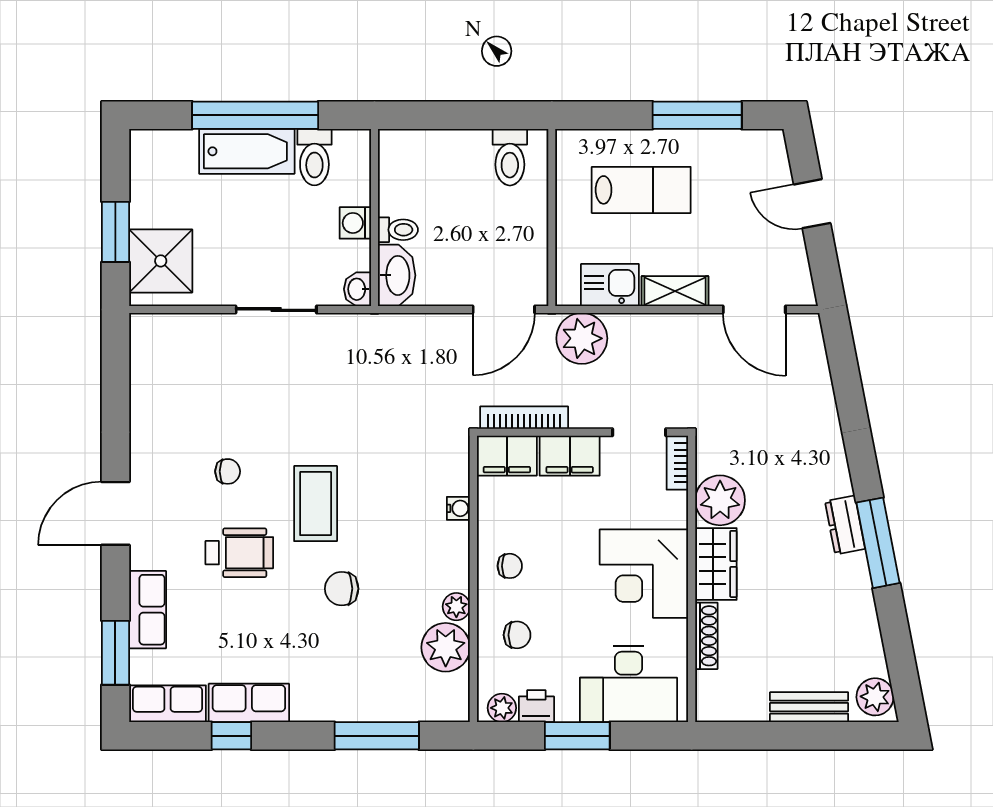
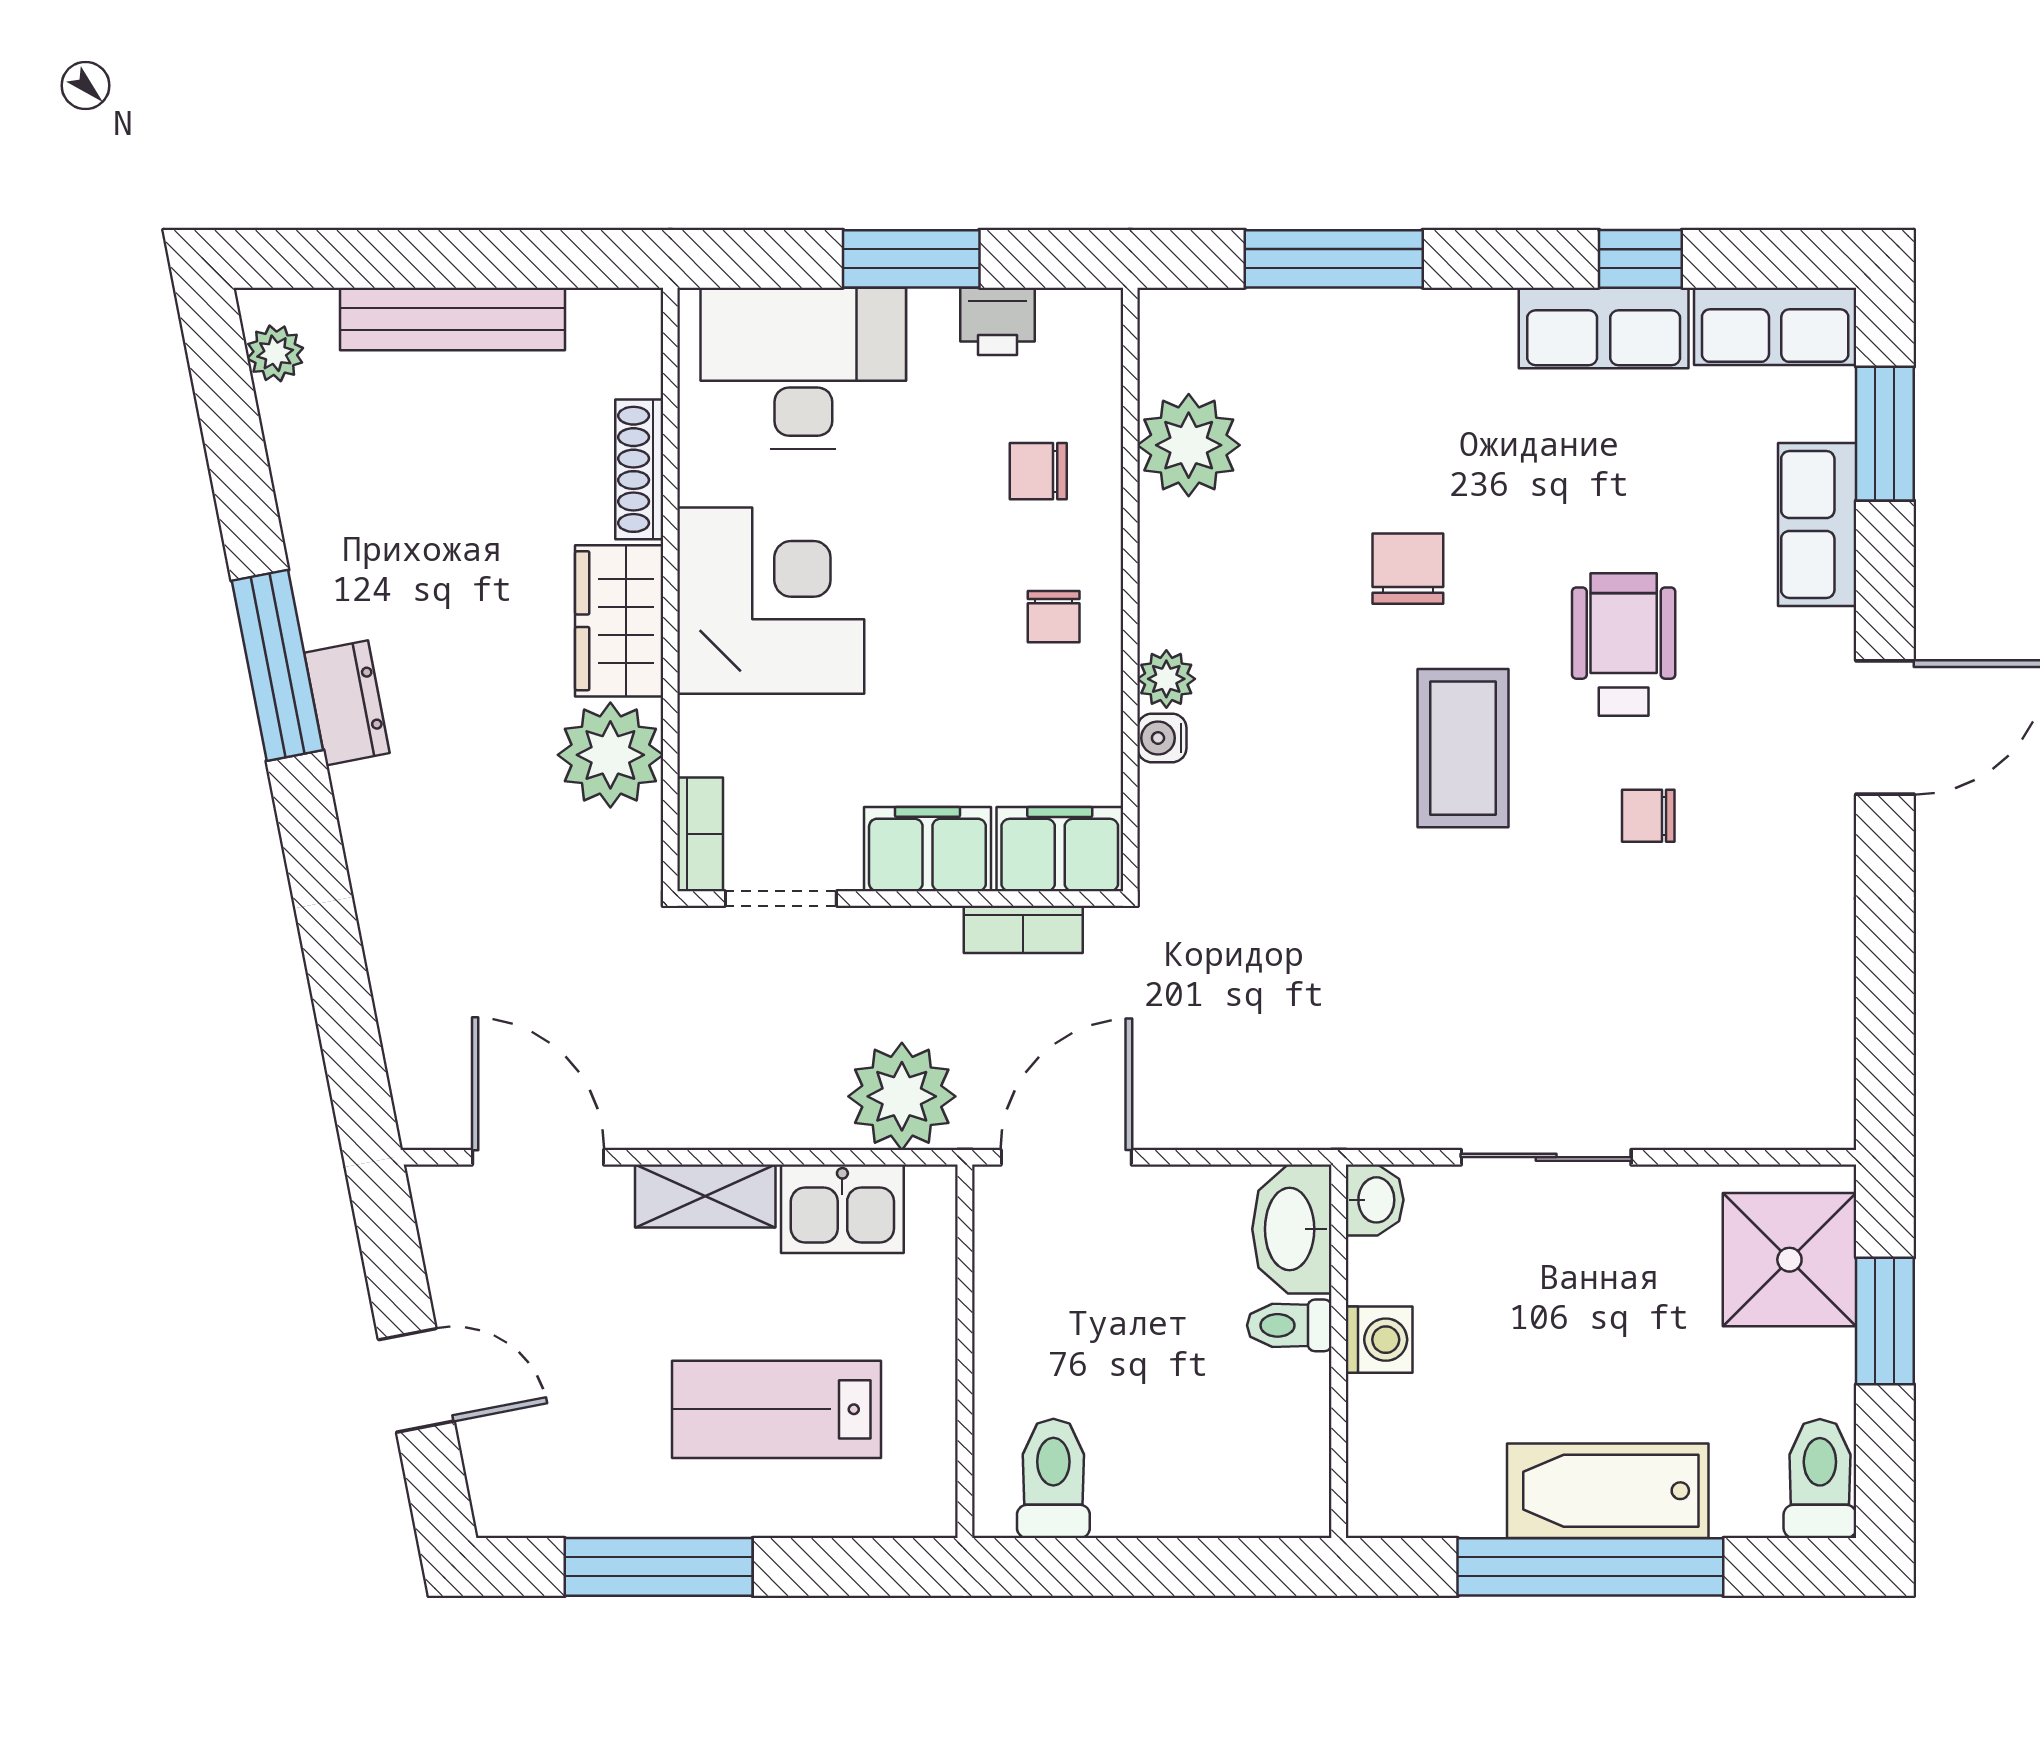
toilet: (314, 157) -> (1820, 1479), moved
bookcase: (524, 418) -> (1023, 929), width x0.64
wheelchair: (239, 553) -> (1624, 644), turned 90
chair: (510, 566) -> (1054, 617), turned -90
chair: (342, 589) -> (1408, 569), turned -90
plant: (456, 607) -> (1166, 679), moved
plant: (875, 697) -> (275, 353), width x0.73, depth x0.73
bench: (809, 707) -> (453, 319), width x1.36
plant: (502, 708) -> (1070, 317), removed

